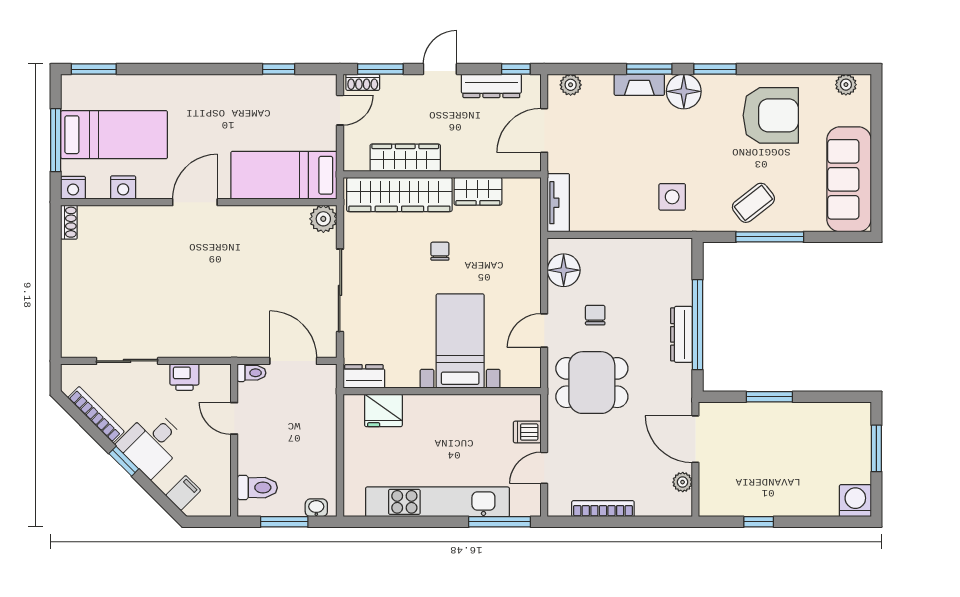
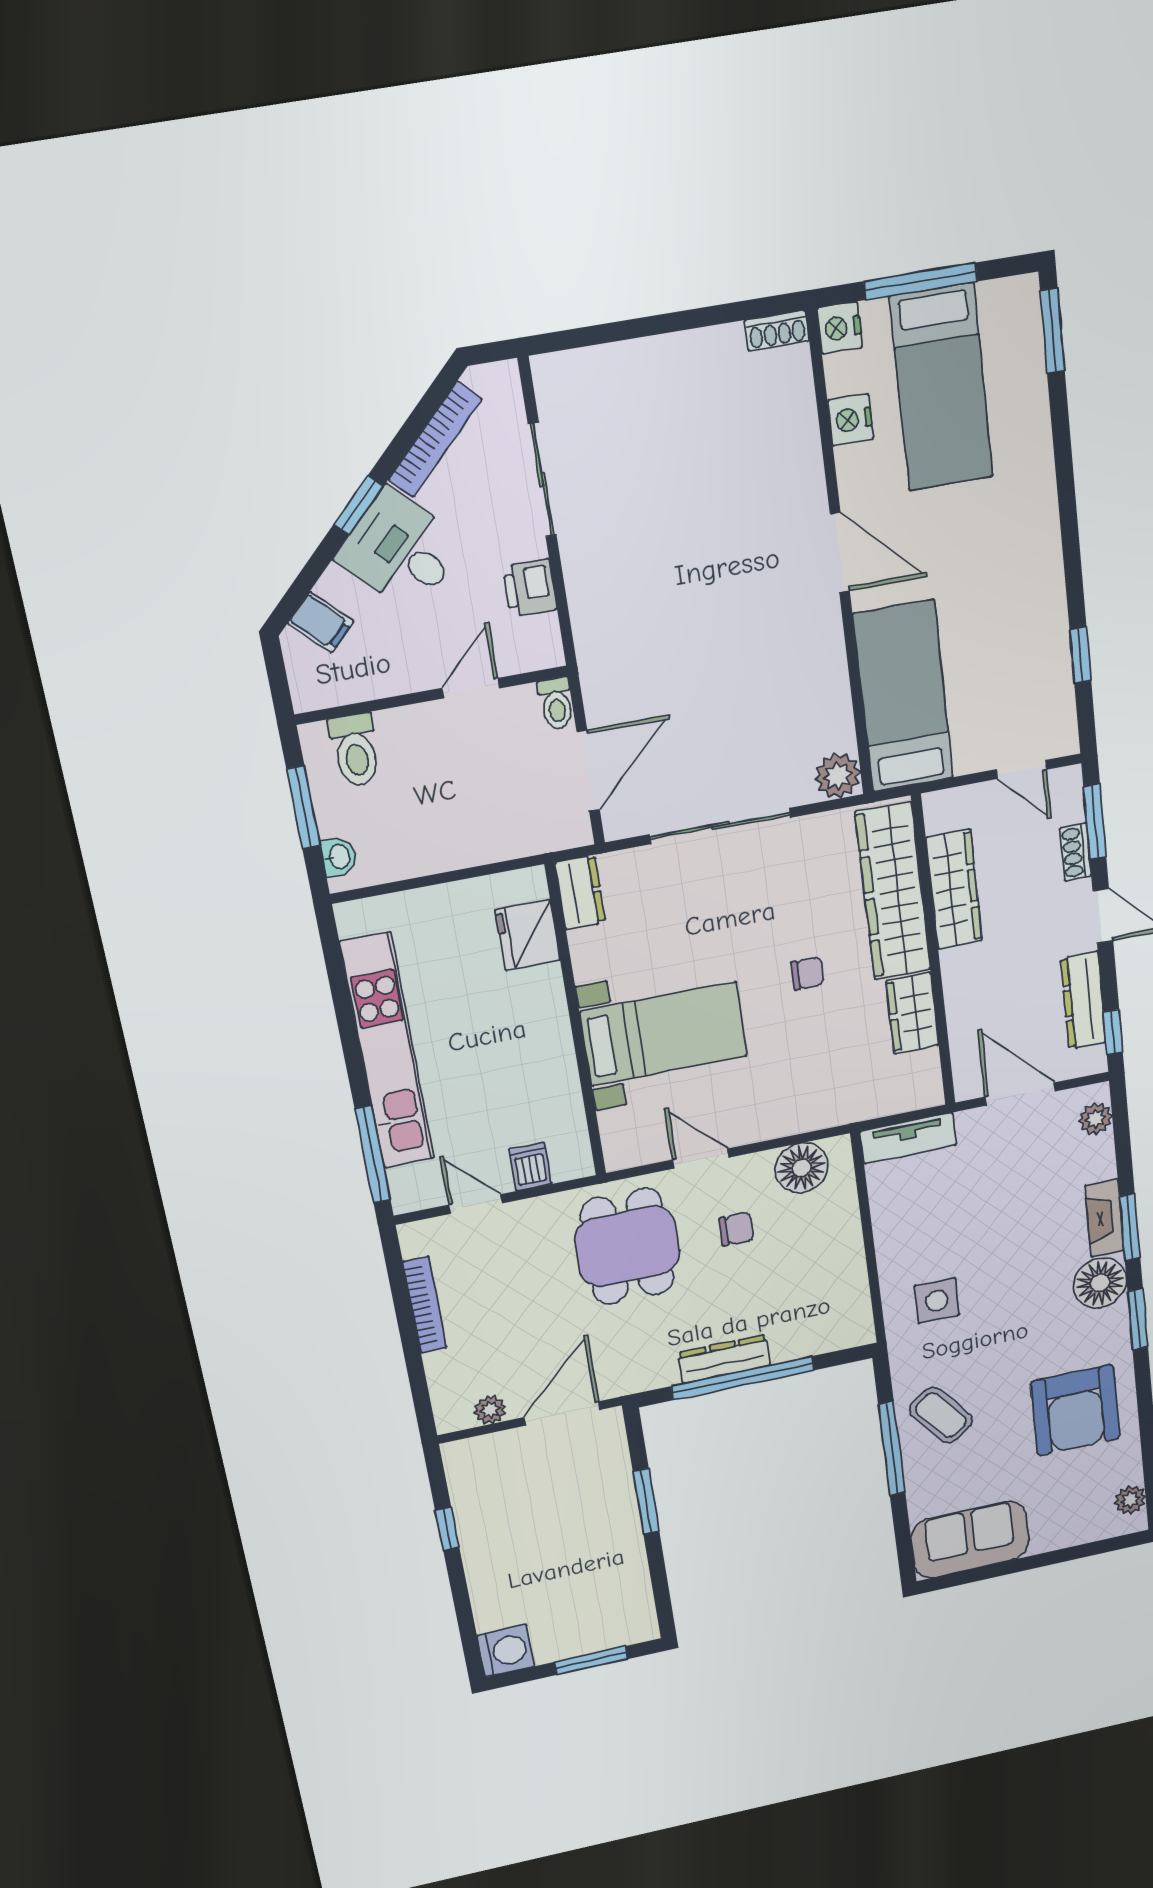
shoe rack: (363, 82) -> (1076, 852), moved
sofa: (849, 179) -> (970, 1540), width x0.73

